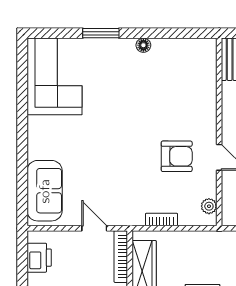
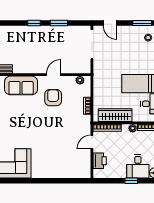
sofa: (45, 191) -> (21, 85), moved, turned 180
printer: (39, 258) -> (100, 161), moved, turned 90

